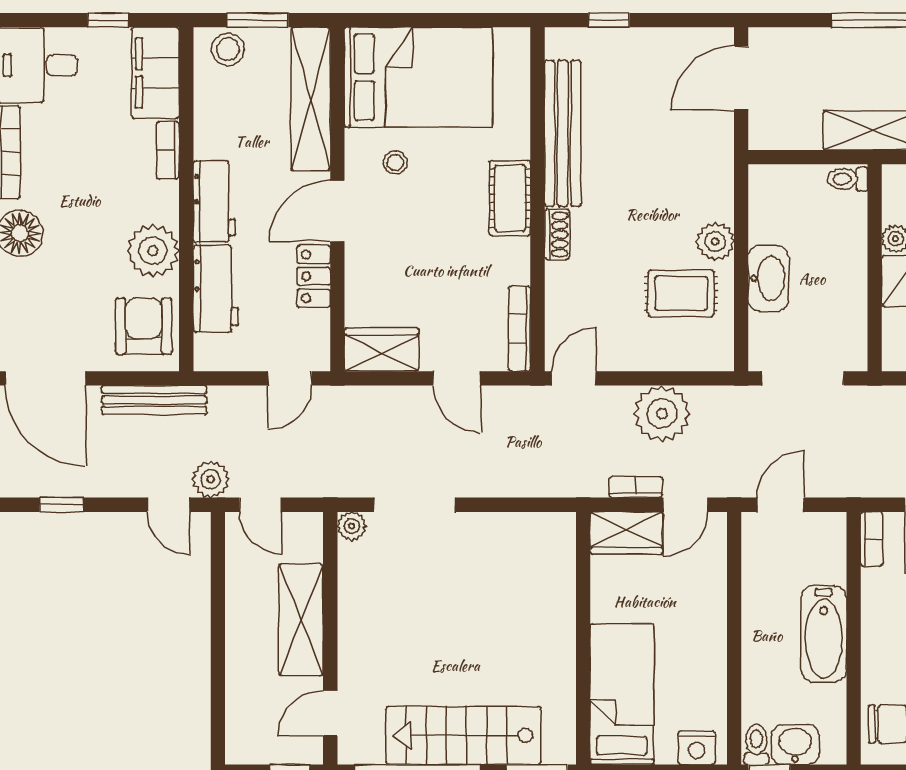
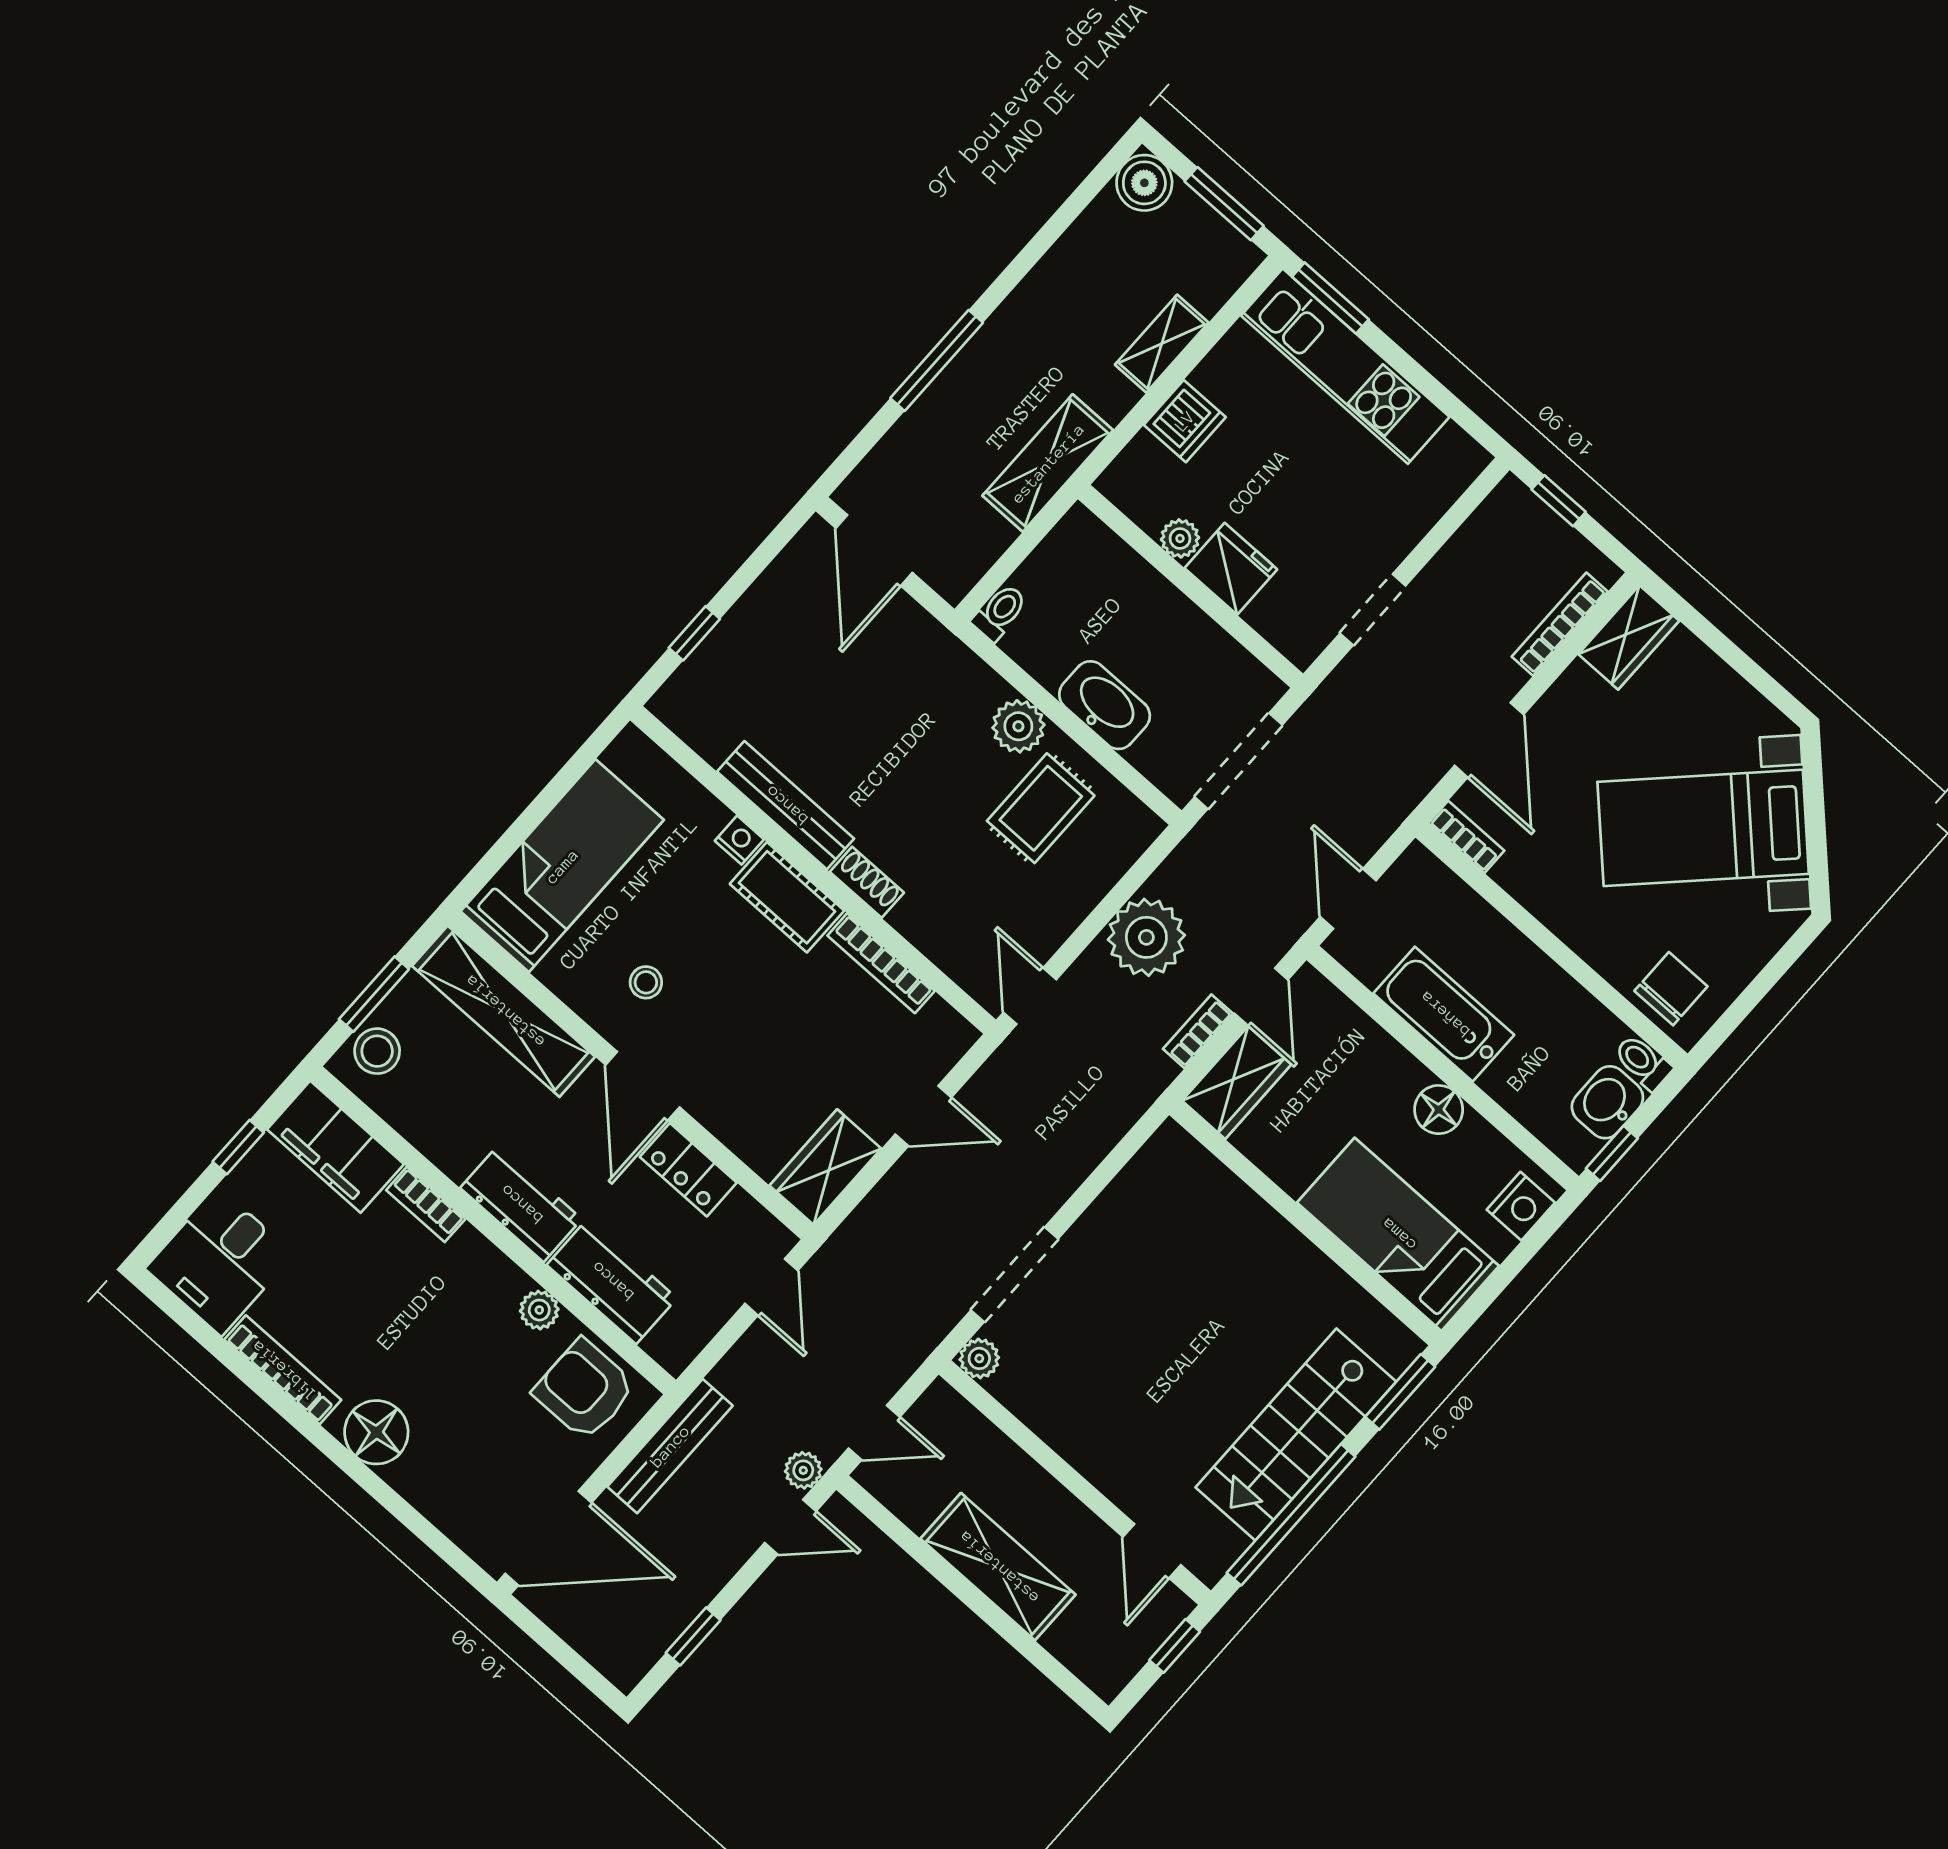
bed: (418, 77) -> (562, 866), width x0.67
bench: (563, 133) -> (786, 805), width x0.73, depth x0.82
nightstand: (518, 145) -> (739, 840), added
toilet: (848, 179) -> (1000, 612), moved, turned 180
plant: (153, 251) -> (539, 1310), width x0.53, depth x0.53
bookcase: (520, 329) -> (881, 963), moved
plant: (211, 479) -> (803, 1470), width x0.73, depth x0.73
shelving: (301, 620) -> (998, 1567), moved
bathtub: (824, 634) -> (1444, 1014), moved, turned 180
floor lamp: (710, 656) -> (1439, 1110), added
toilet: (756, 744) -> (1643, 1062), moved

